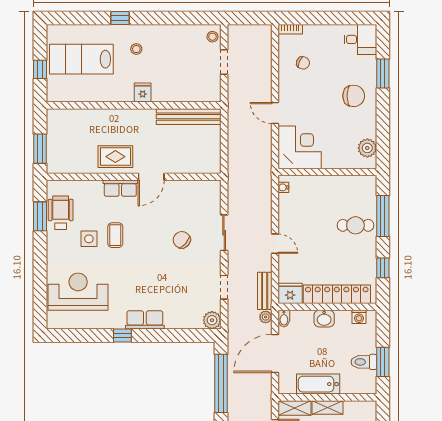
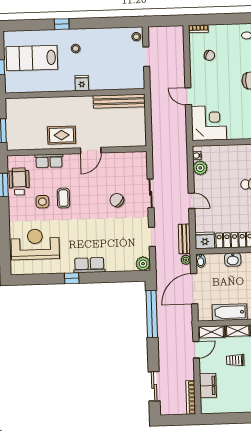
row of seats: (120, 188) -> (49, 161), moved
plant: (287, 203) -> (200, 168), added

